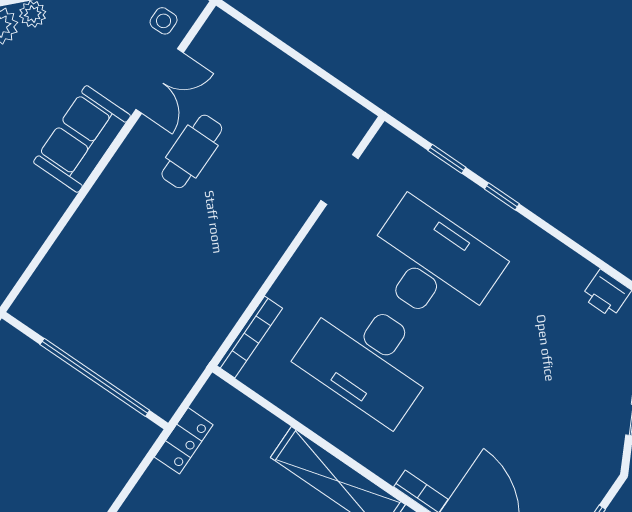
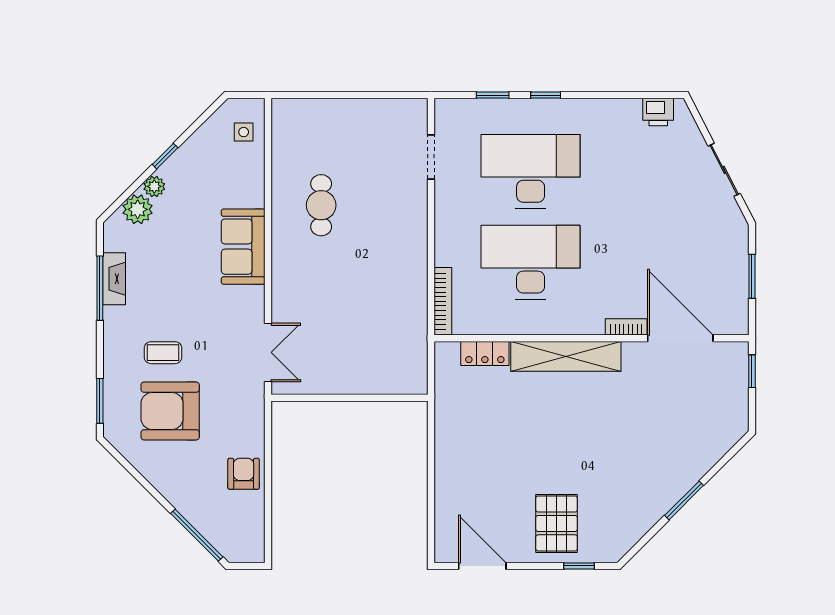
double door: (160, 81) -> (268, 352), moved
desk: (368, 358) -> (531, 262), turned 180
window: (95, 377) -> (359, 398), removed
locker: (184, 441) -> (485, 354), moved, turned 90

